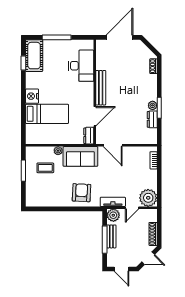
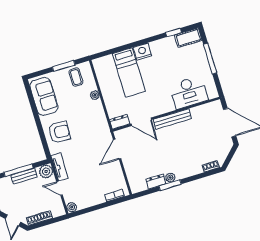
cot: (34, 56) -> (188, 38), width x0.73, depth x0.75
sofa: (80, 156) -> (44, 96), moved, turned 180
coffee table: (45, 168) -> (76, 77), moved
plant: (148, 198) -> (72, 207), width x0.53, depth x0.53

